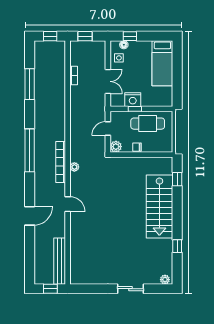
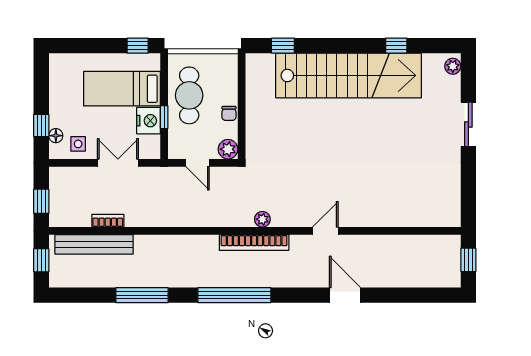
bed: (162, 63) -> (122, 89), moved, turned 180
window: (30, 84) -> (142, 295), moved
window: (177, 93) -> (138, 46), added
stairs: (159, 206) -> (349, 75), width x1.36
bench: (60, 261) -> (94, 244), moved

